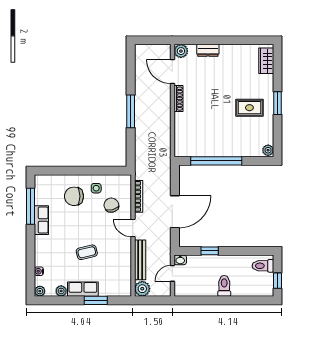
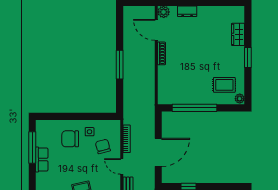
wardrobe: (266, 61) -> (238, 34), moved
rug: (249, 108) -> (224, 85), moved

